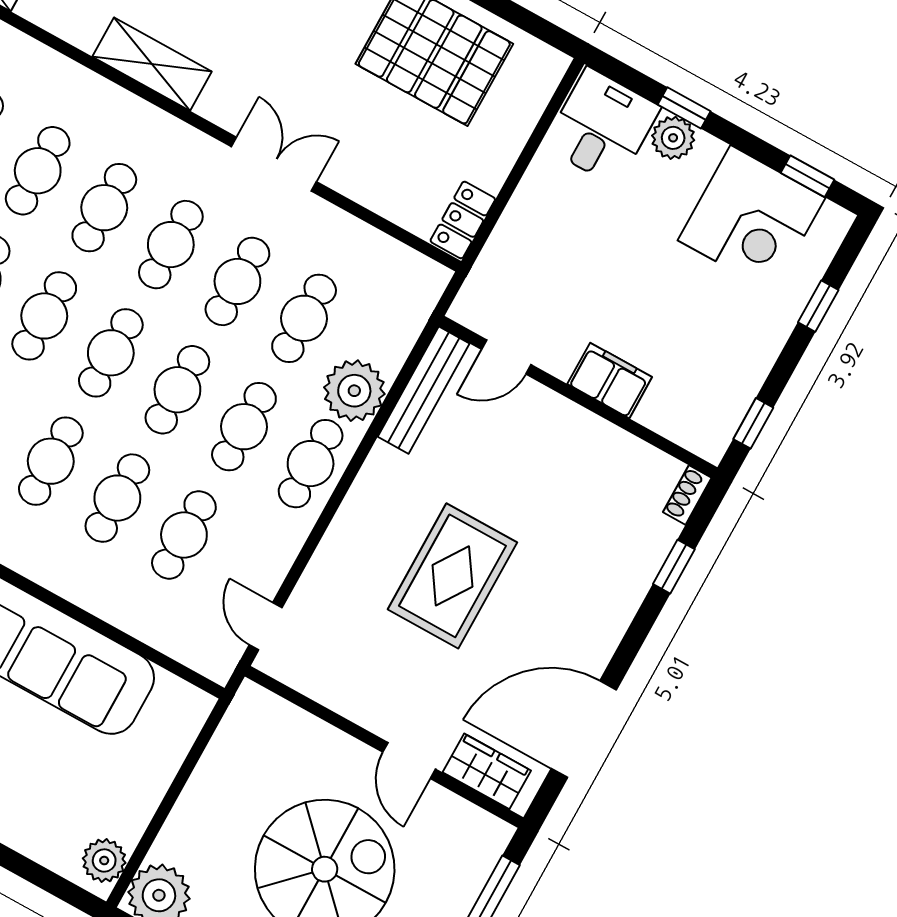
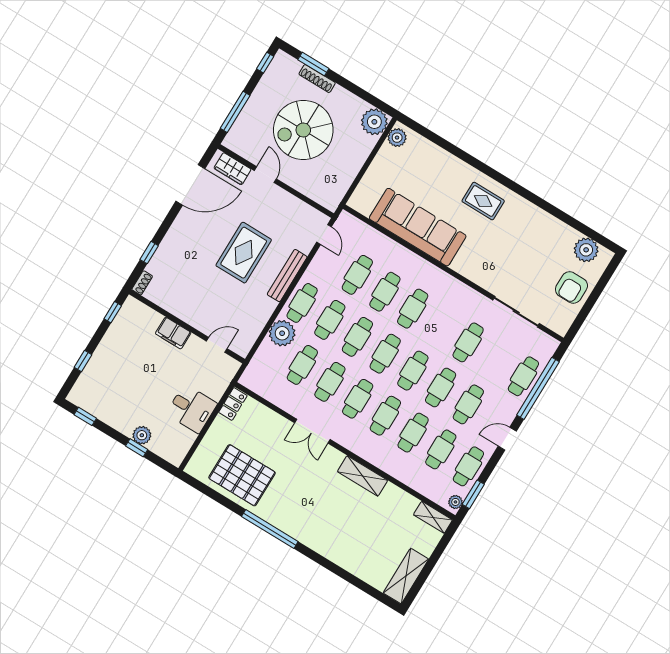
desk: (602, 127) -> (192, 409), moved, turned -90
corner desk: (752, 219) -> (110, 399), removed
bench: (424, 390) -> (287, 276), moved

